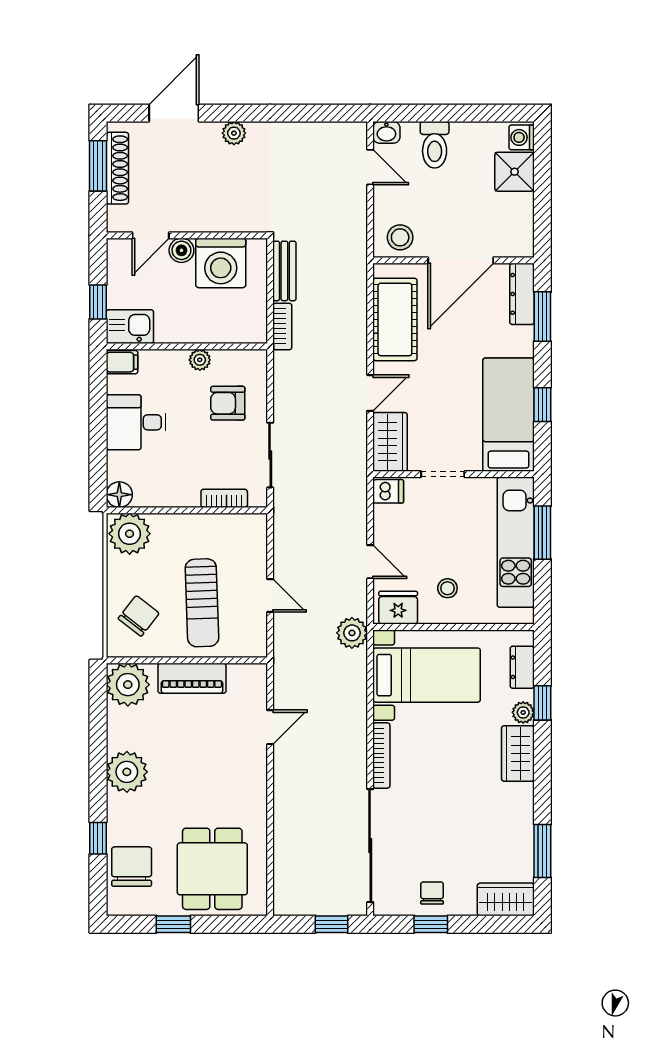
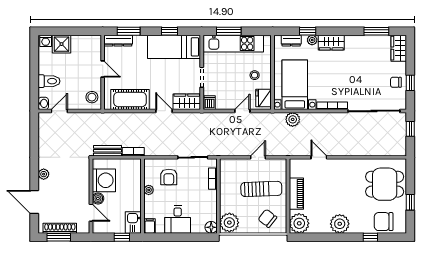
door: (461, 260) -> (103, 69), width x0.53
plant: (352, 633) -> (293, 119), moved

